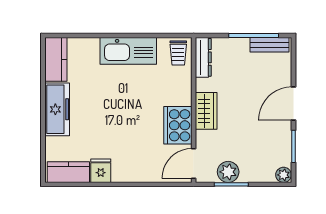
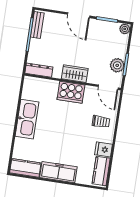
trolley: (178, 53) -> (101, 122), moved
cooker: (178, 125) -> (71, 92), moved

